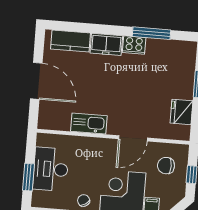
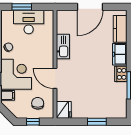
fridge: (181, 112) -> (64, 110), moved, turned 90

